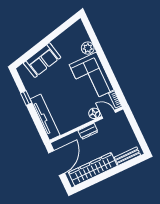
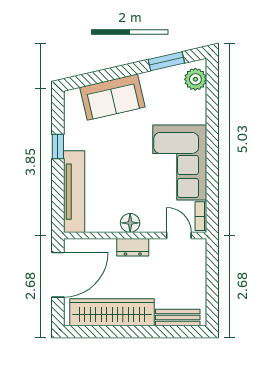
window: (61, 29) -> (166, 61), added
plant: (88, 48) -> (195, 79), moved
floor lamp: (94, 113) -> (130, 223), moved

